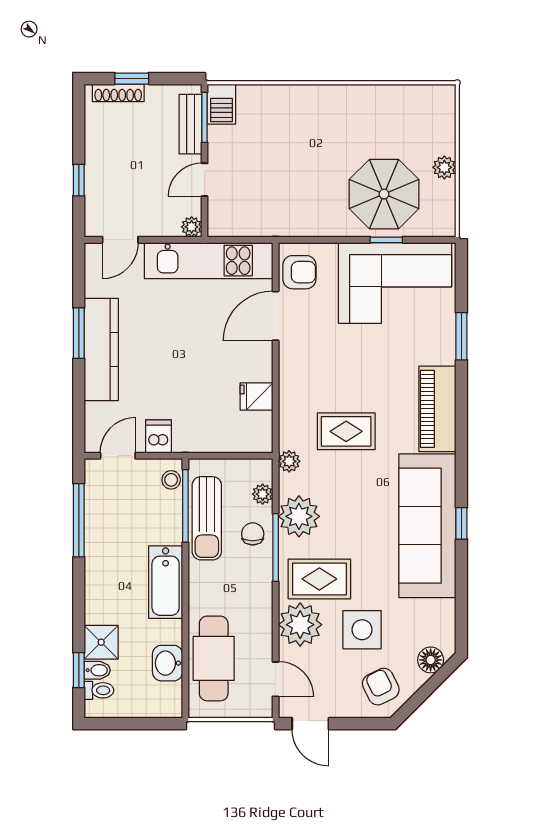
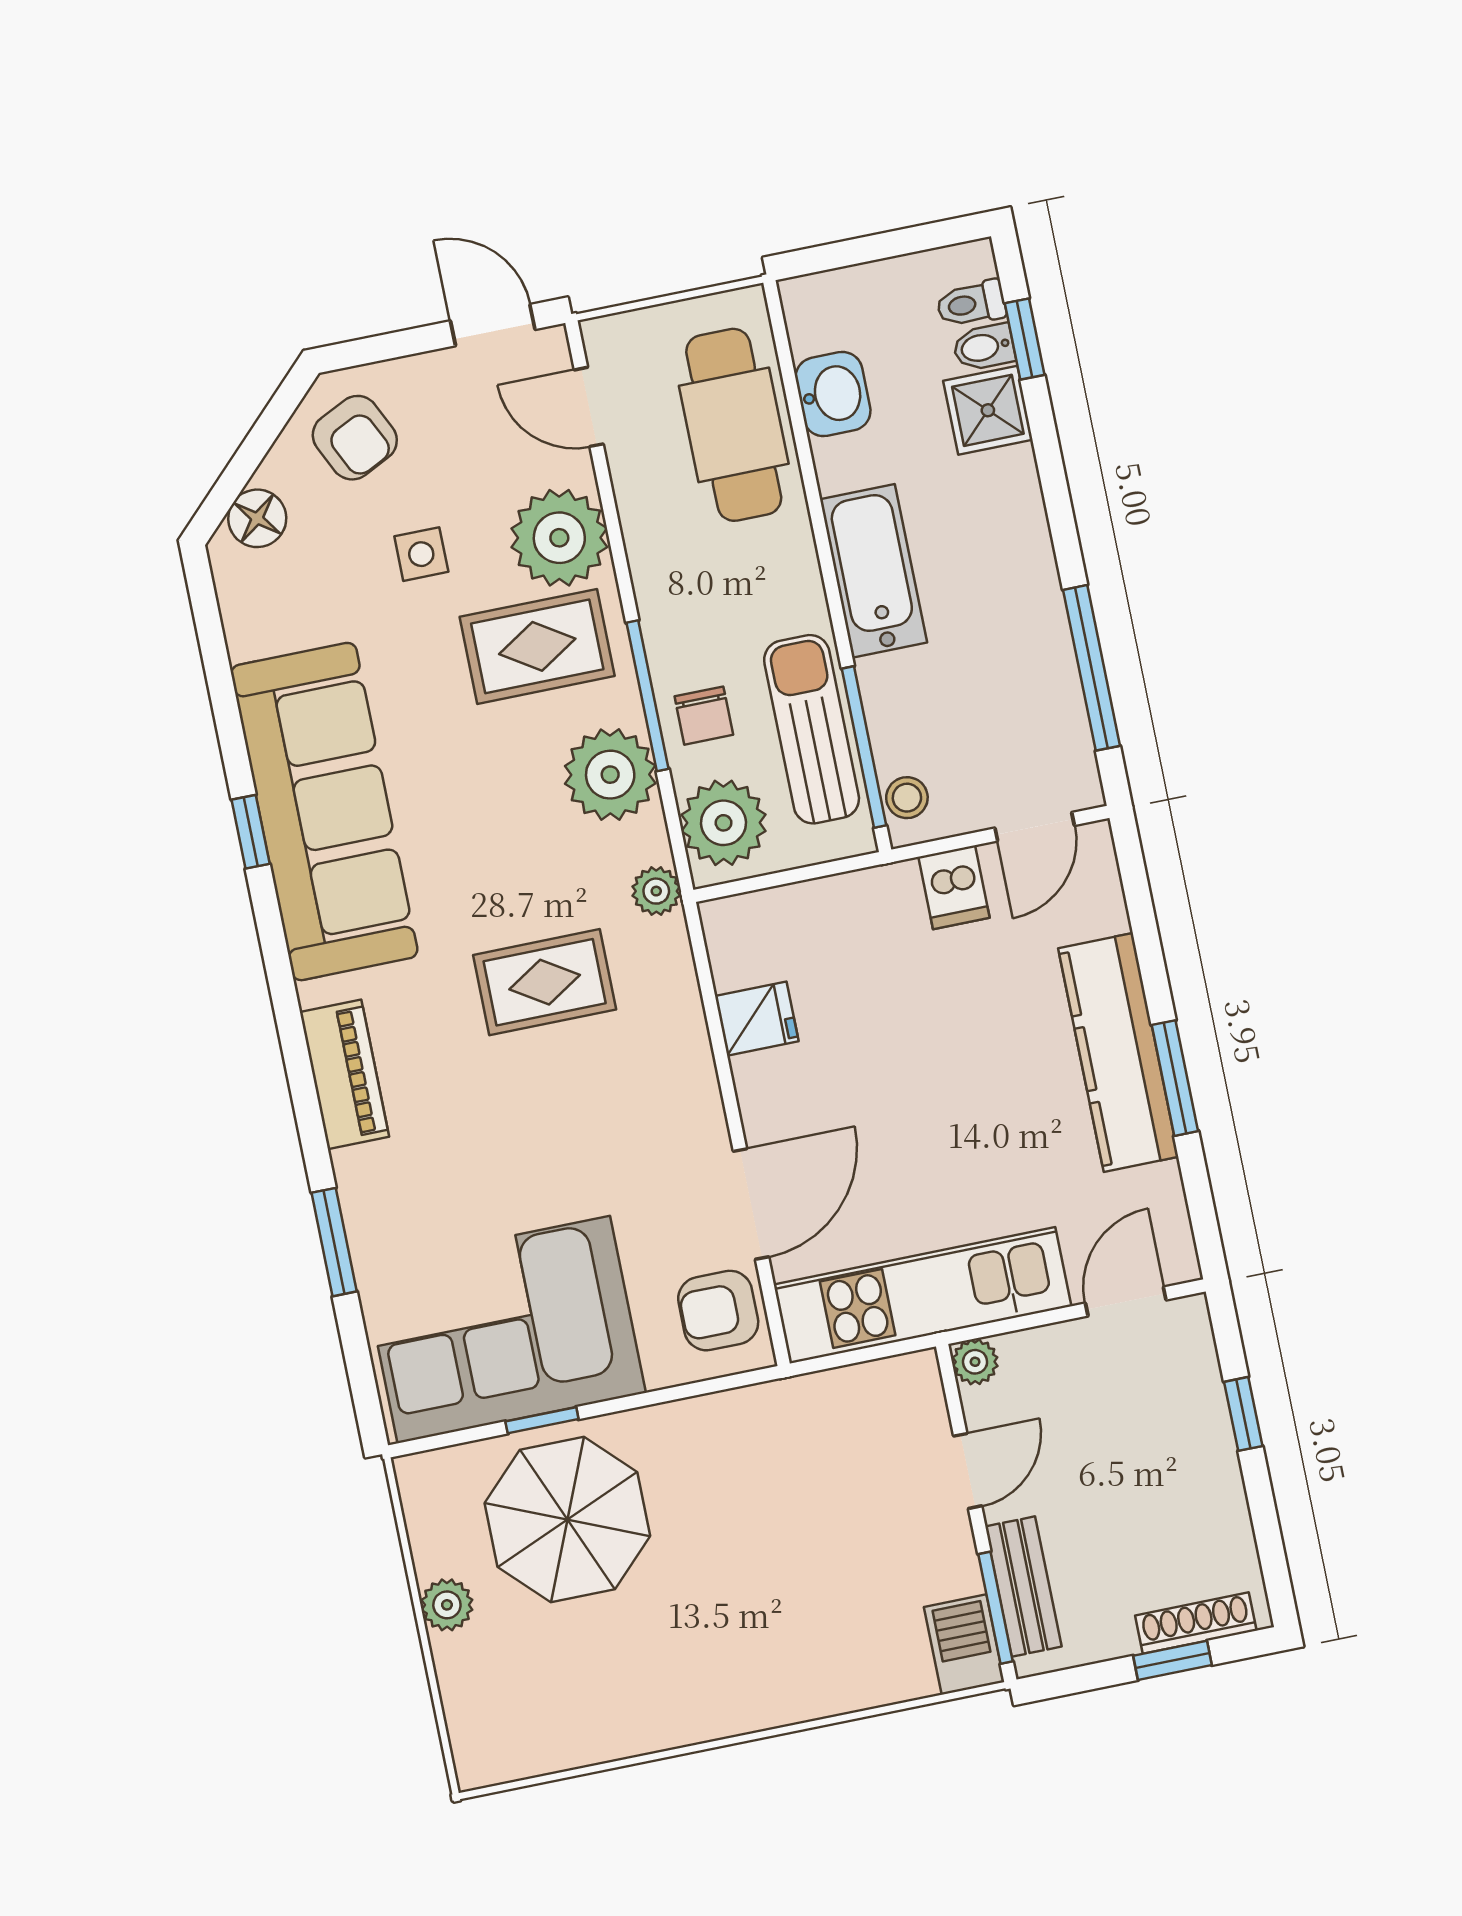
piano: (437, 409) -> (344, 1074), width x0.73, depth x0.75
plant: (263, 494) -> (724, 823), width x1.87, depth x1.87
side table: (362, 630) -> (421, 554), width x0.54, depth x0.54

